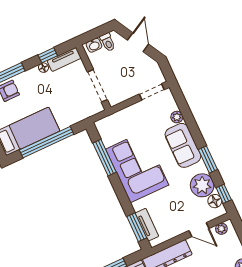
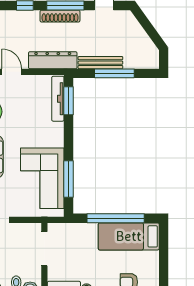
corner sofa: (137, 167) -> (42, 178), moved
tv unit: (147, 225) -> (58, 99), width x1.41

